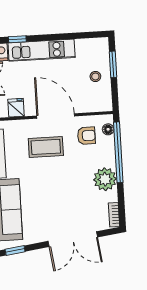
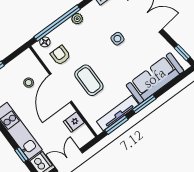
stool: (95, 76) -> (29, 83), moved
plant: (105, 179) -> (77, 19), width x0.53, depth x0.53
side table: (67, 199) -> (117, 39), added

